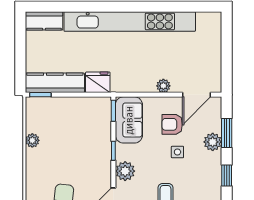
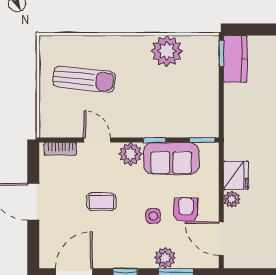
fridge: (98, 82) -> (236, 175), moved
kitchen counter: (55, 83) -> (235, 59), width x0.67
sofa: (129, 120) -> (171, 158), moved
plant: (32, 140) -> (167, 51), width x1.88, depth x1.88

